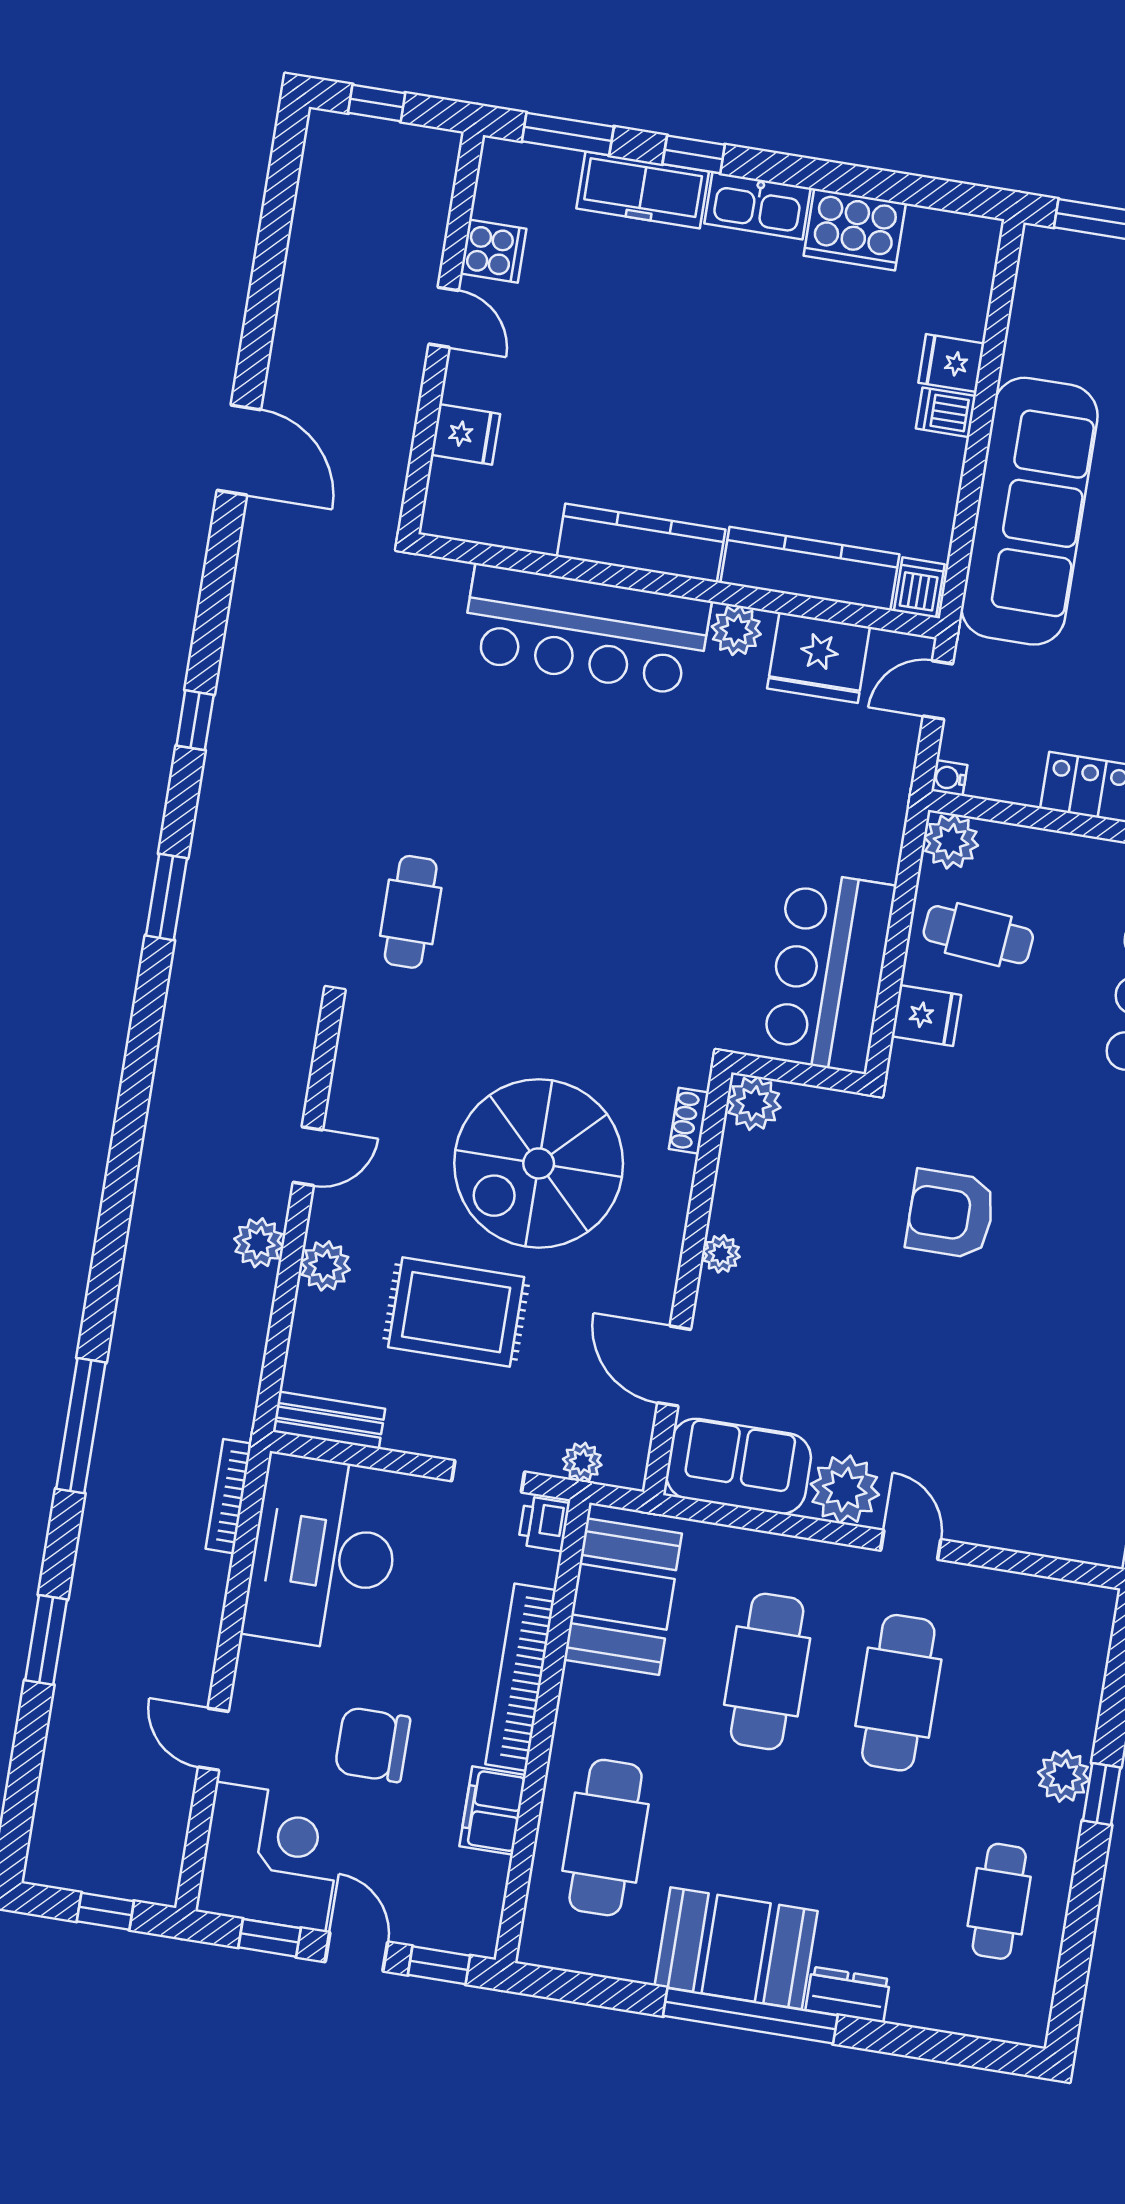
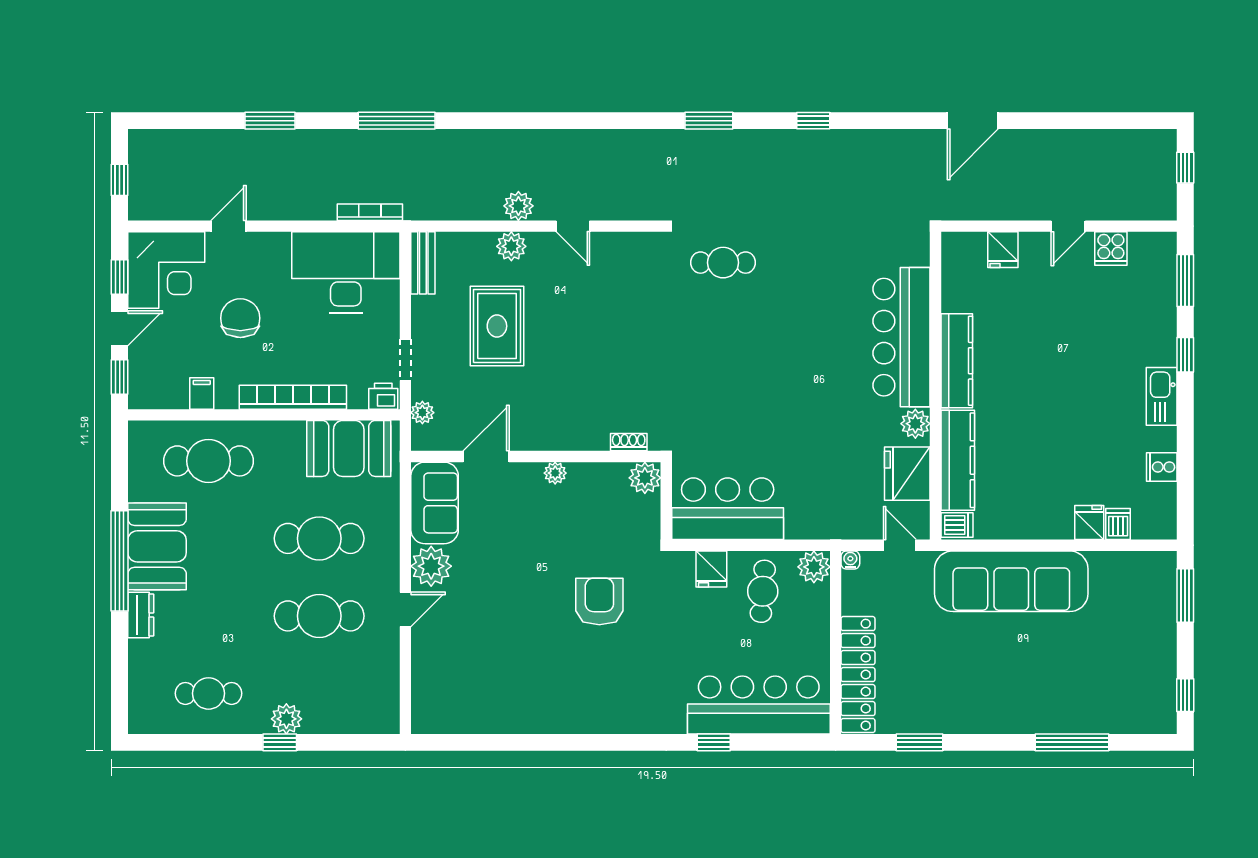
freezer: (643, 190) -> (1160, 329), removed
cooker: (855, 230) -> (1162, 467), width x0.53, depth x0.76
dishwasher: (946, 412) -> (1118, 524), moved
spiral stairs: (539, 1163) -> (590, 360), removed
filing cabinet: (493, 1811) -> (202, 394), width x0.50

